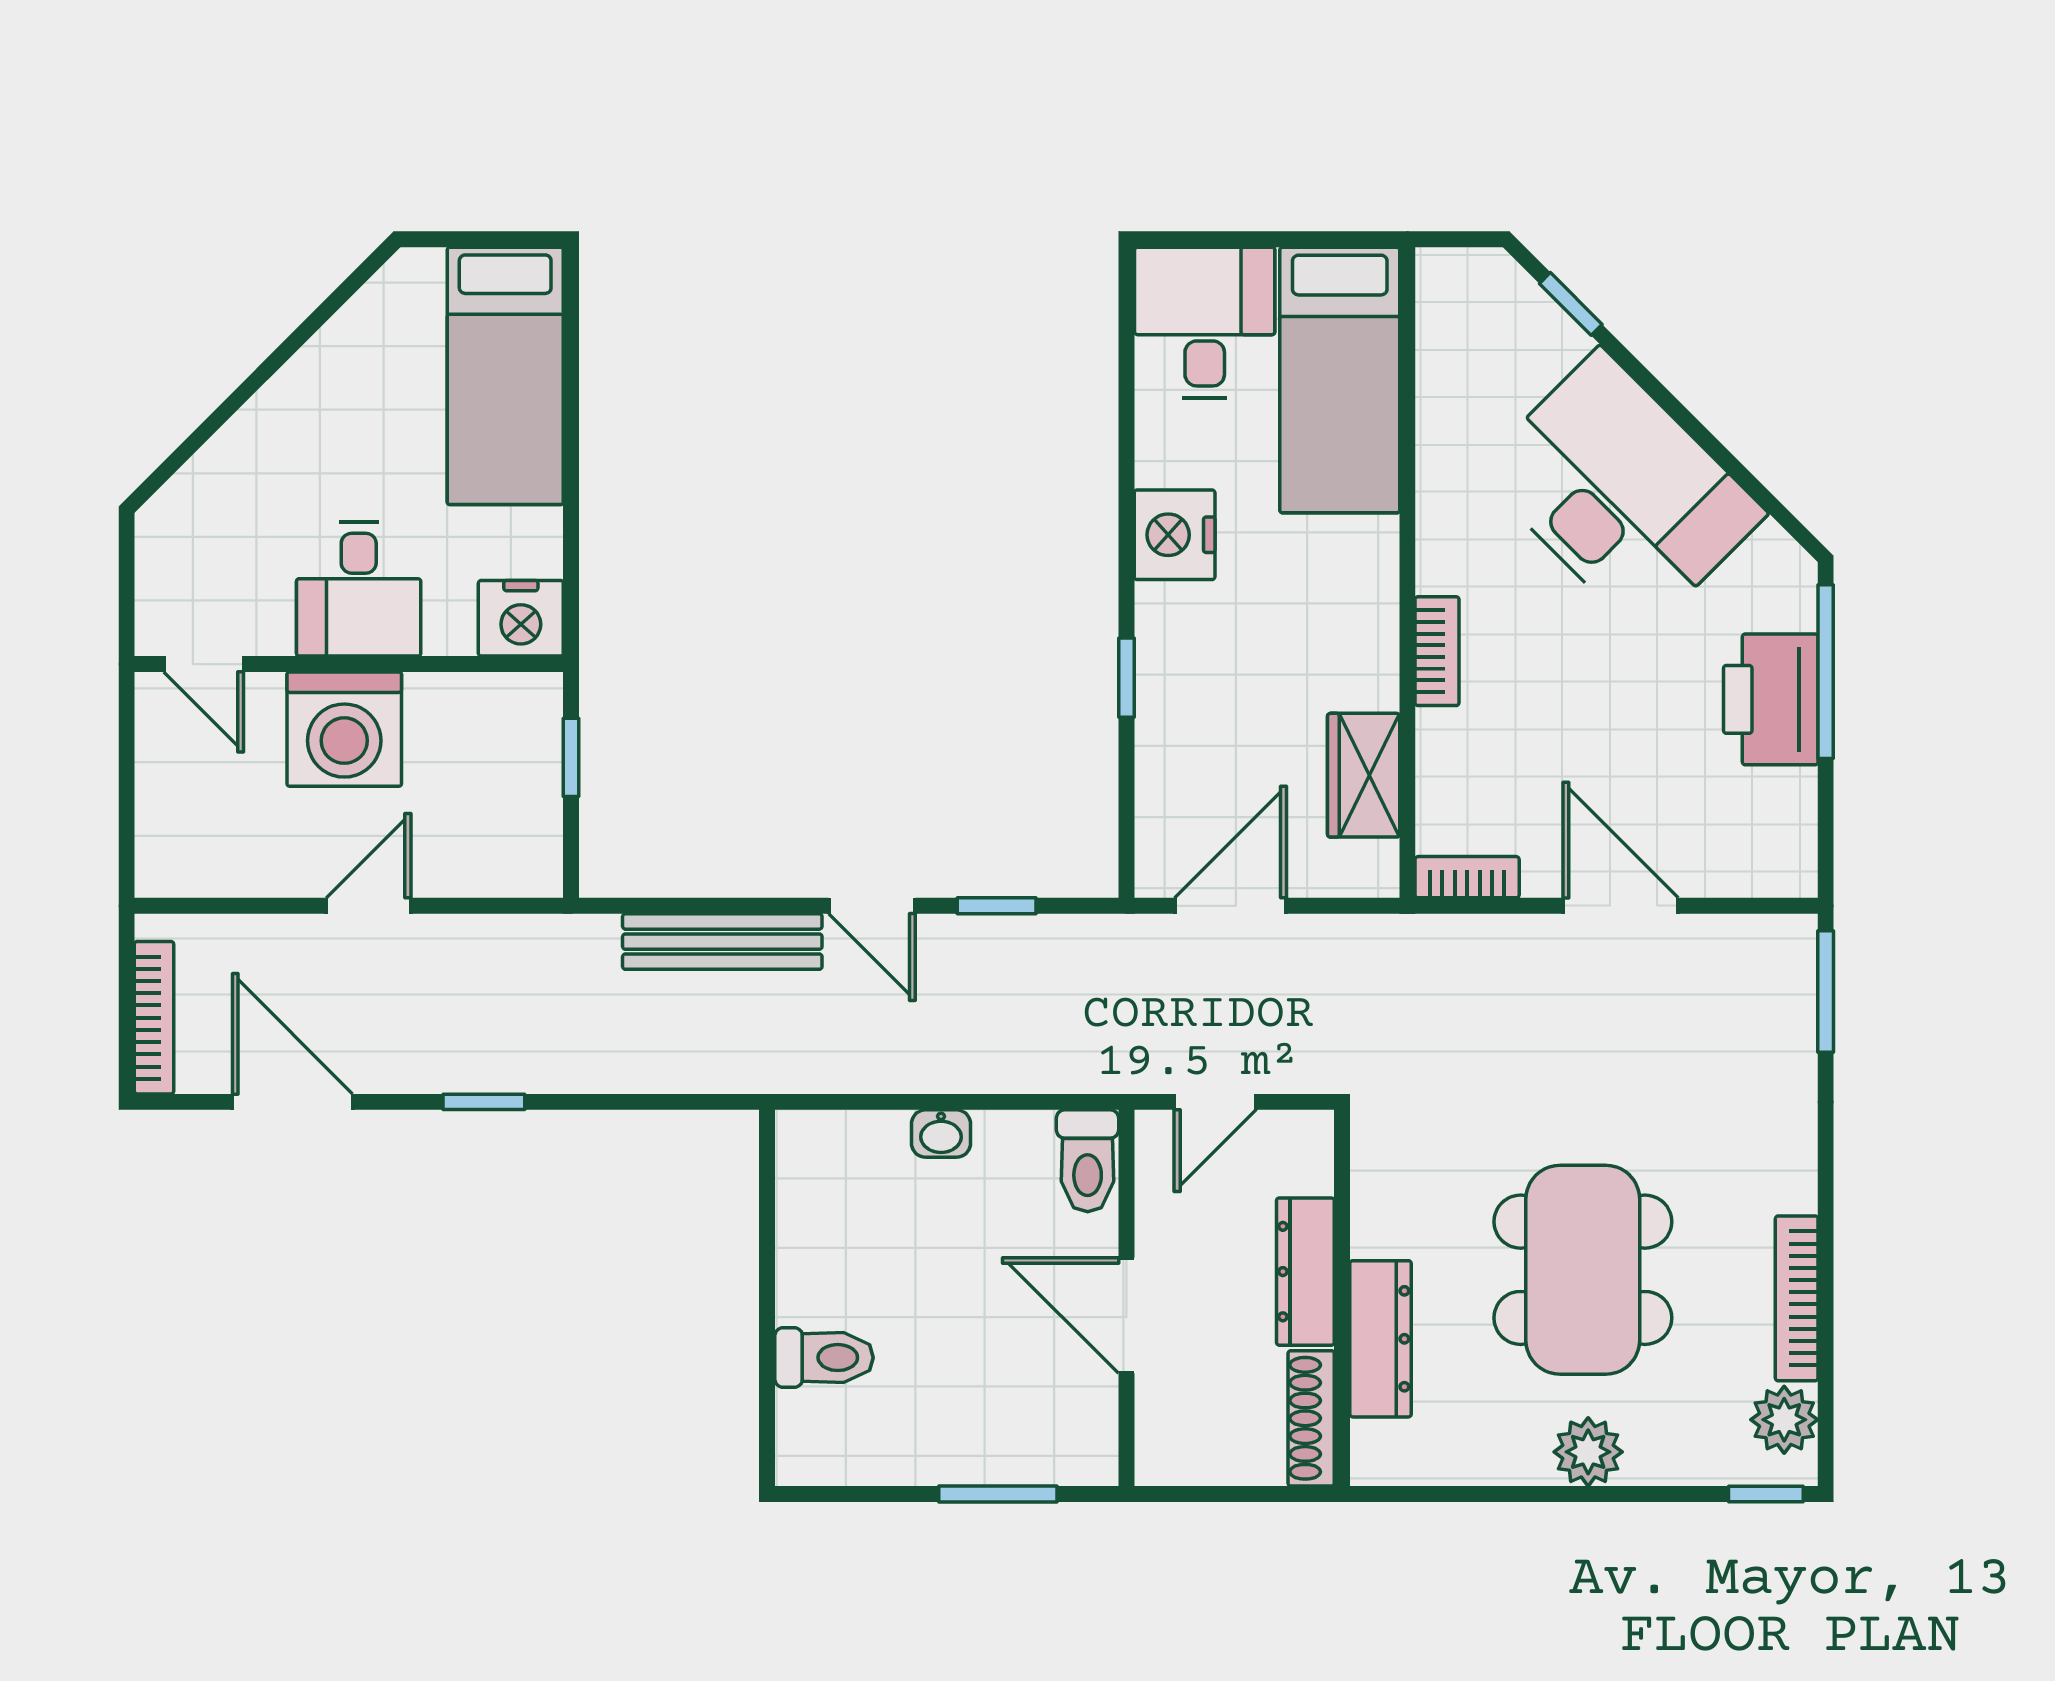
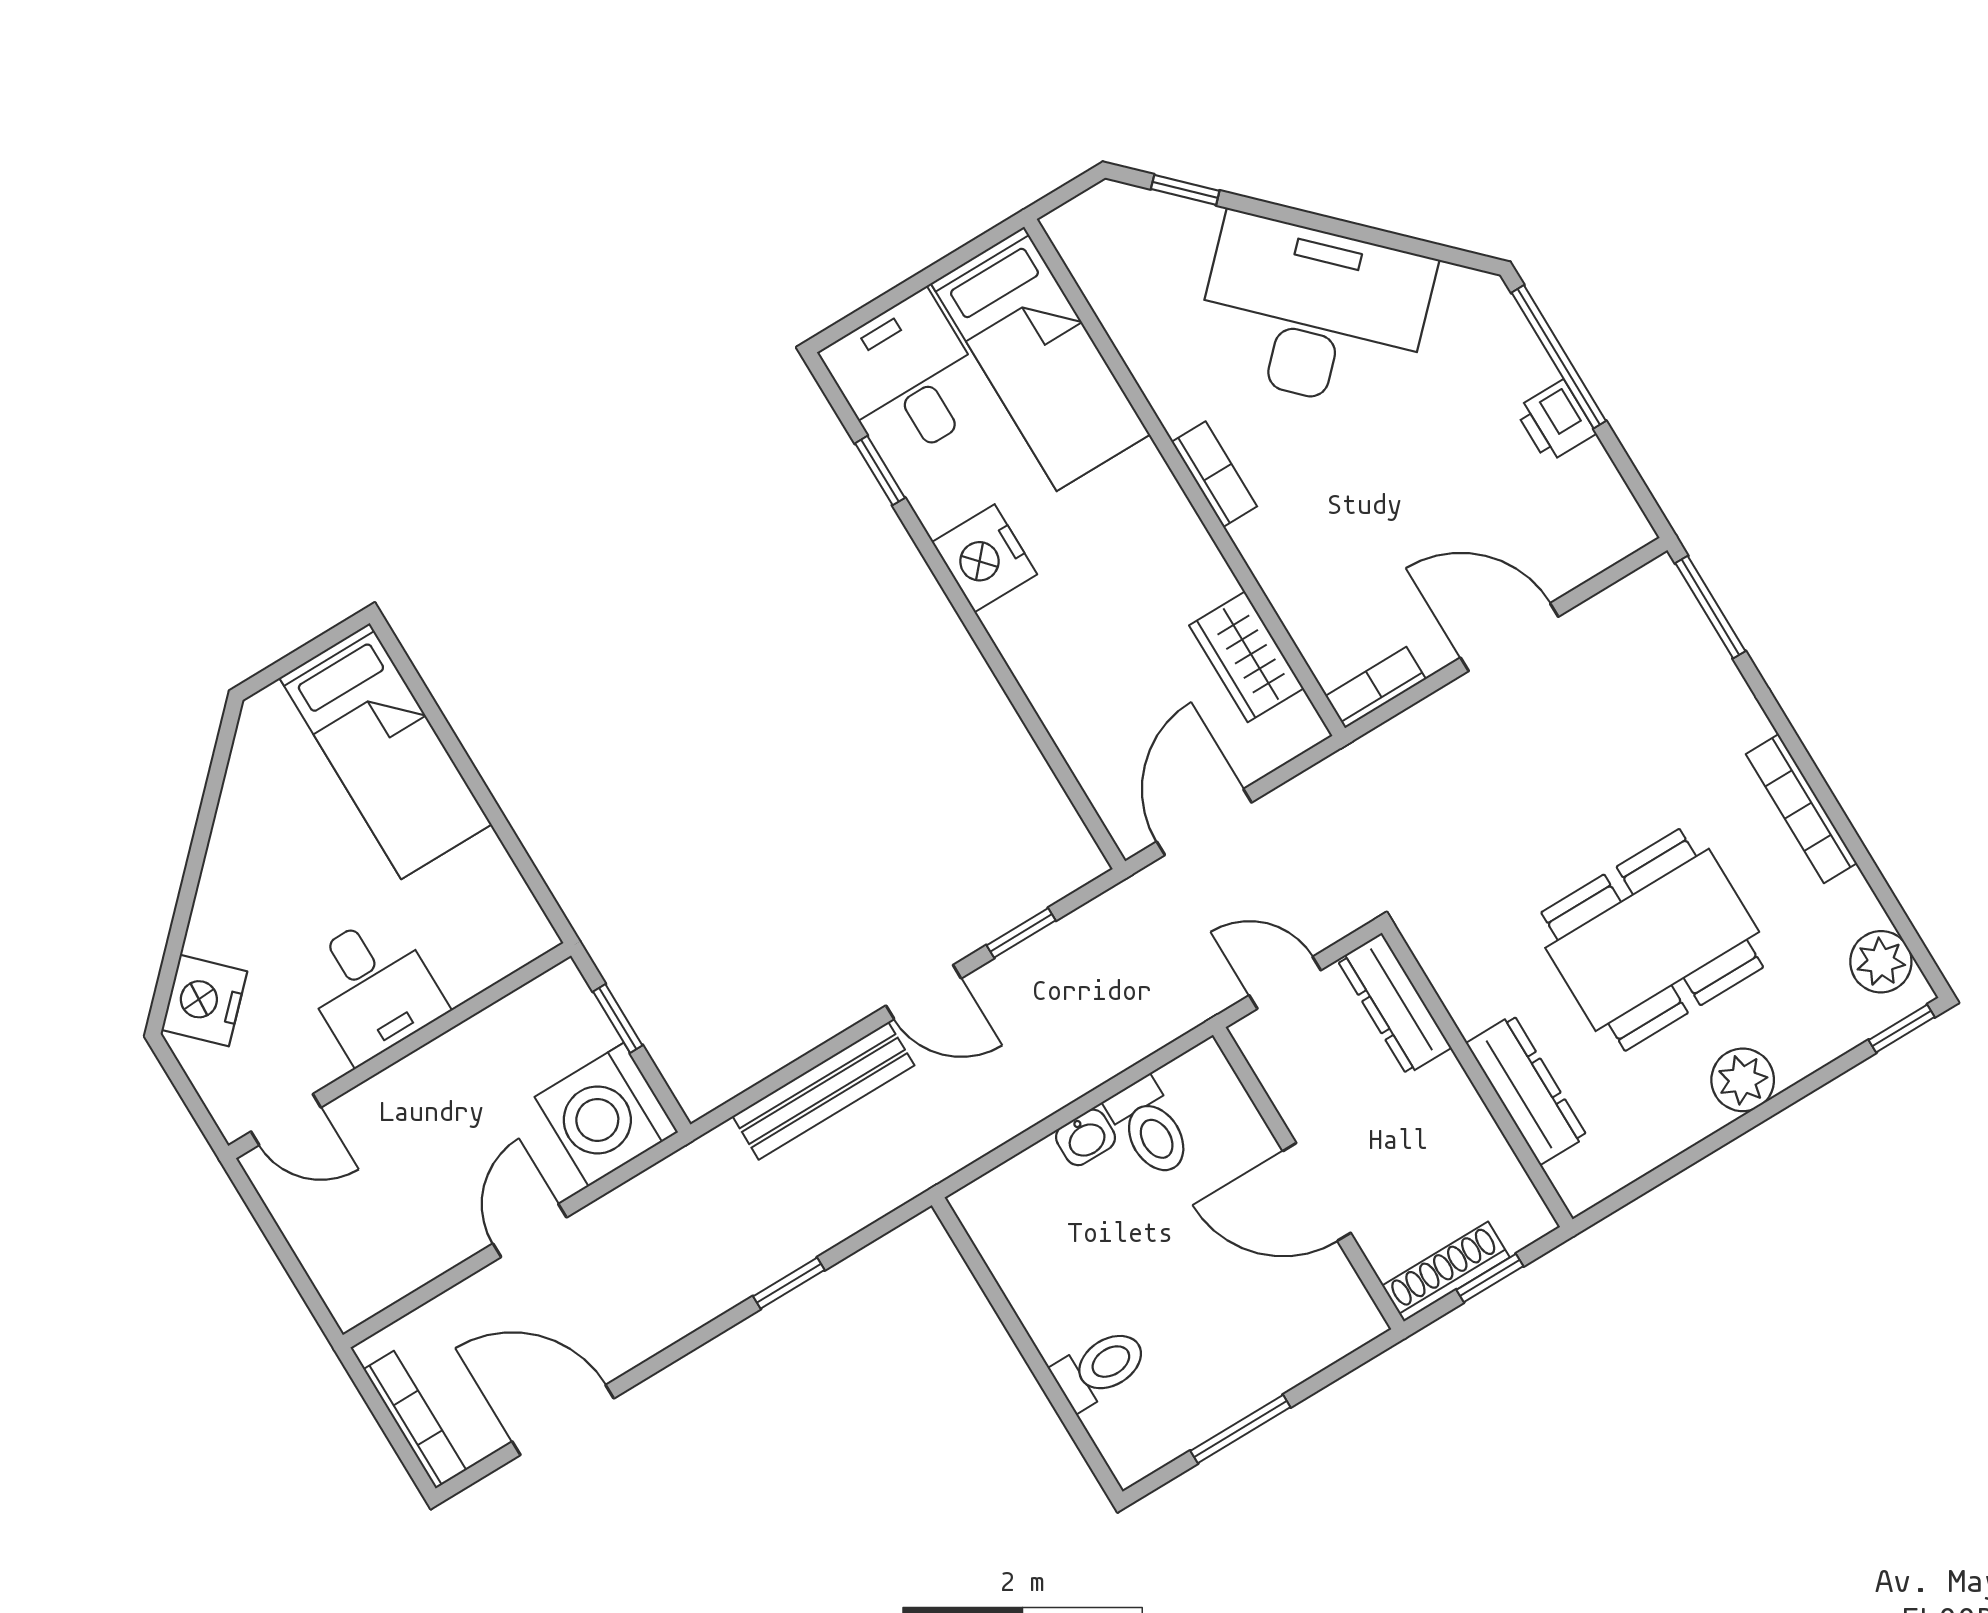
nightstand: (521, 618) -> (204, 1001), moved, turned 135
bookcase: (1437, 651) -> (1214, 474), moved
window: (1126, 678) -> (880, 471), moved
printer: (1771, 699) -> (1555, 421), width x0.53, depth x0.68
washing machine: (344, 729) -> (606, 1115), moved, turned 90
window: (484, 1102) -> (789, 1283), moved
door: (1215, 1102) -> (1285, 983), swing flipped
toilet: (1088, 1161) -> (1150, 1128), moved
dining table: (1583, 1270) -> (1652, 940), turned 90
dresser: (1305, 1272) -> (1394, 1004), moved
bookcase: (1797, 1298) -> (1801, 809), moved
shoe rack: (1311, 1418) -> (1446, 1272), moved, turned 90
window: (998, 1494) -> (1240, 1429), moved
window: (1240, 1494) -> (1490, 1278), added

